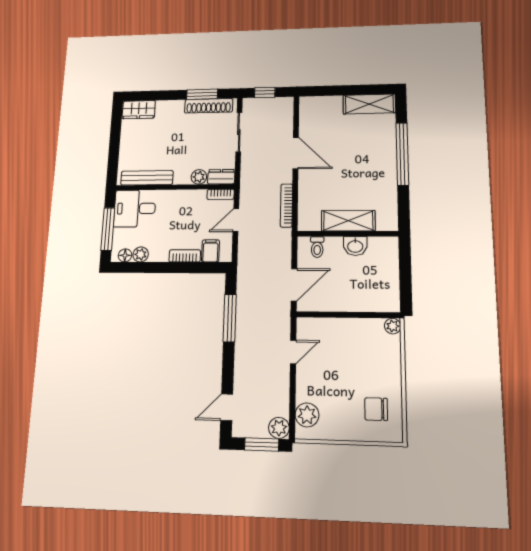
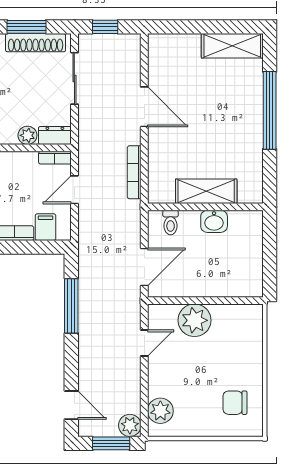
plant: (393, 326) -> (195, 320), moved, width x1.87, depth x1.87
door: (227, 407) -> (71, 405), swing flipped

